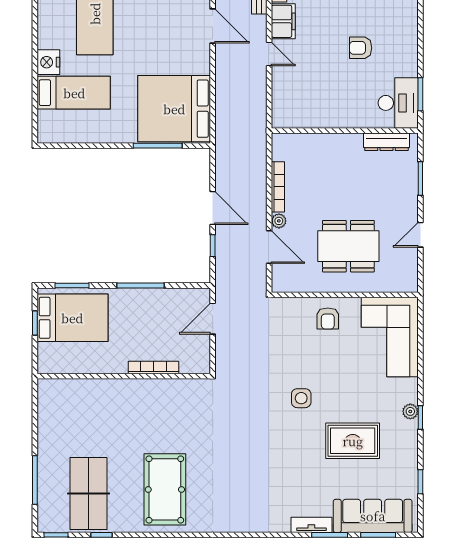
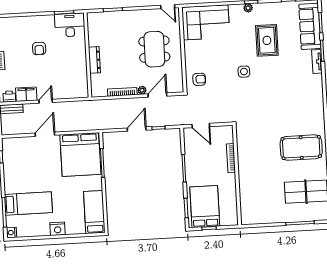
door: (213, 26) -> (45, 134), moved
bed: (74, 93) -> (94, 212), moved
dresser: (386, 142) -> (94, 60), moved
door: (420, 235) -> (168, 7), moved
armchair: (328, 318) -> (199, 79), moved

